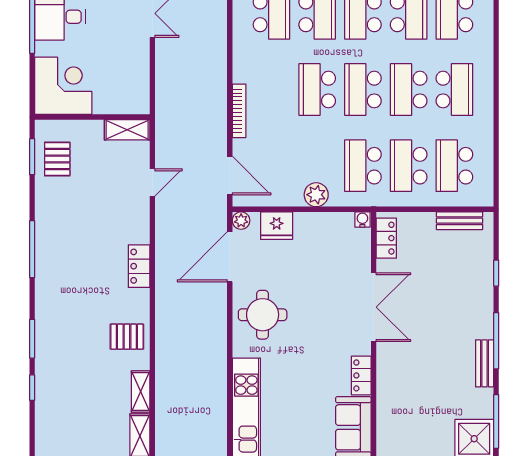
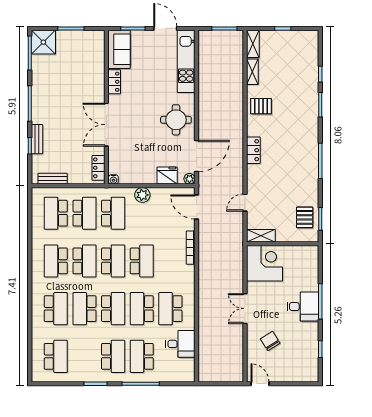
corner desk: (63, 86) -> (265, 263), moved, turned 180
school desk: (454, 166) -> (56, 213), turned 180
bench: (485, 363) -> (37, 139), moved

